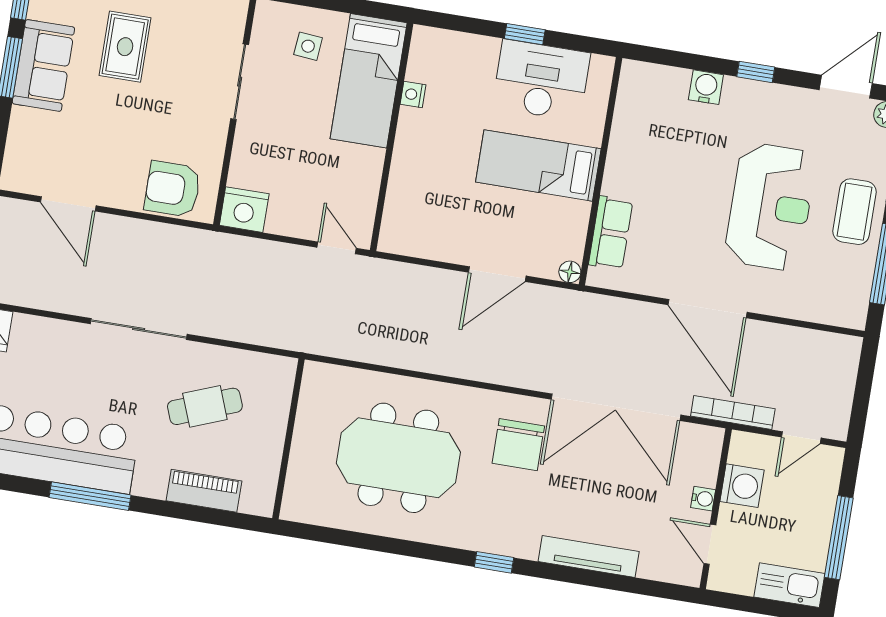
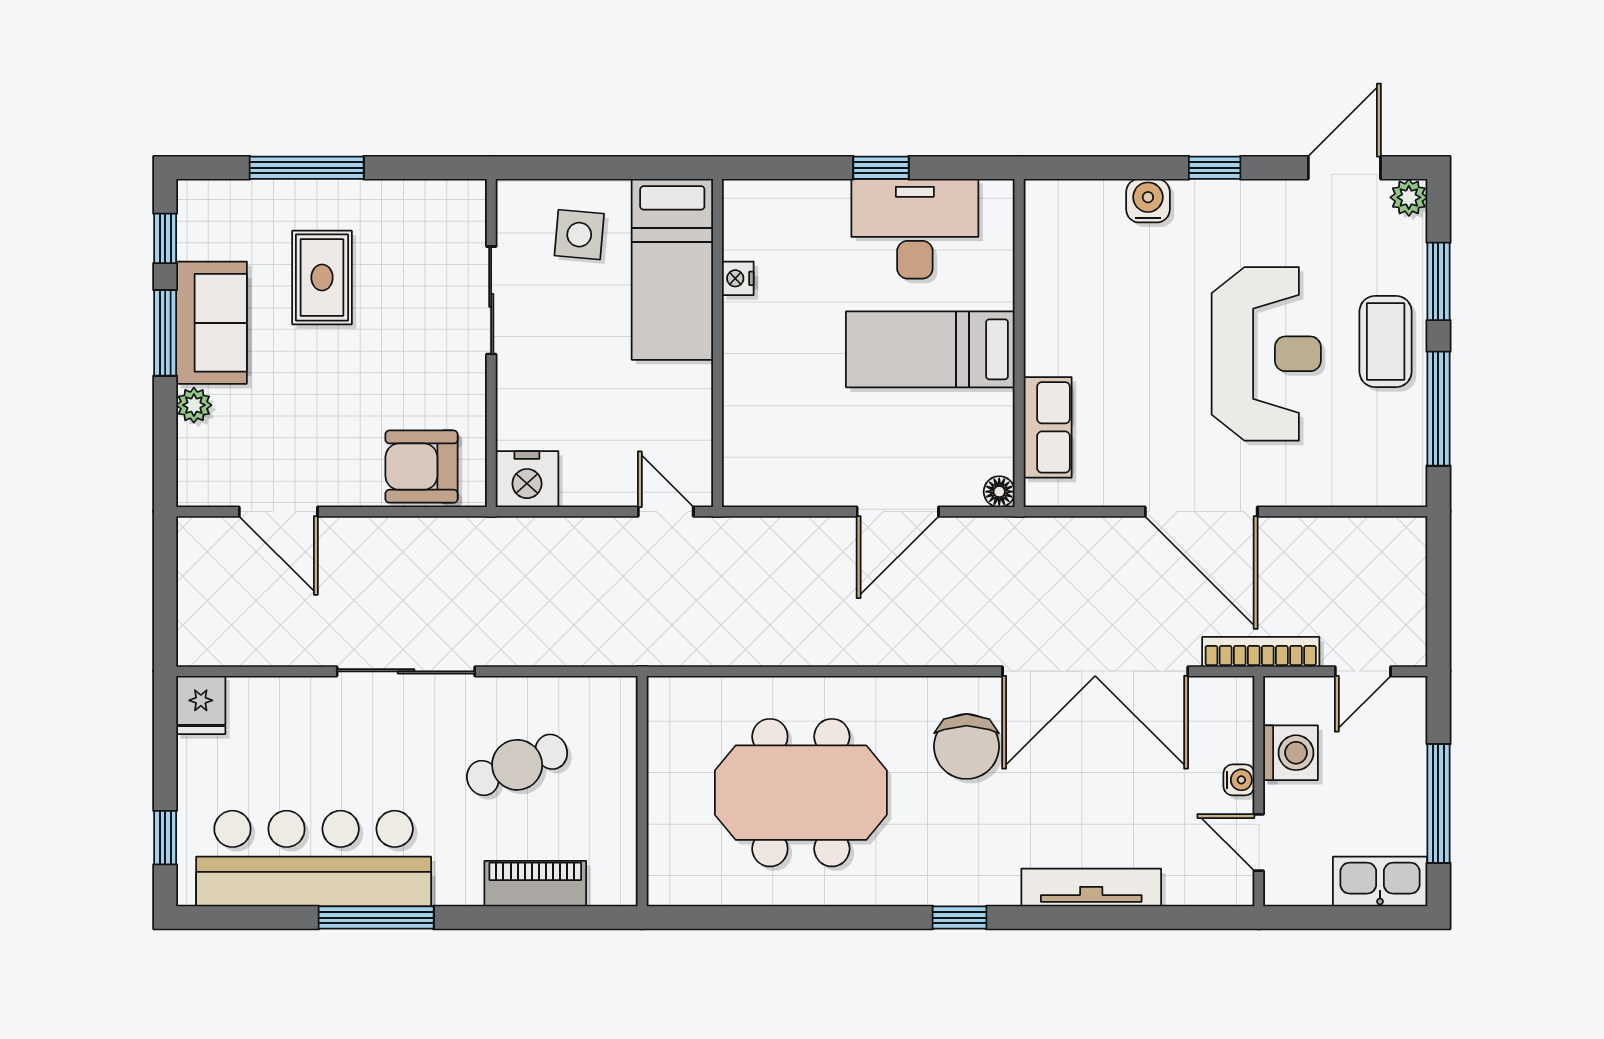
side table: (308, 46) -> (579, 235), width x1.37, depth x1.37
plant: (22, 121) -> (194, 405), added

